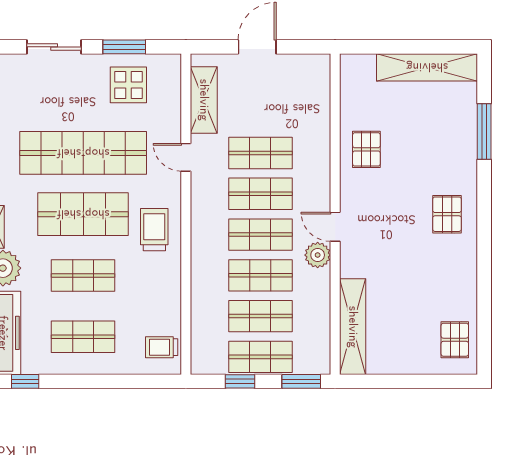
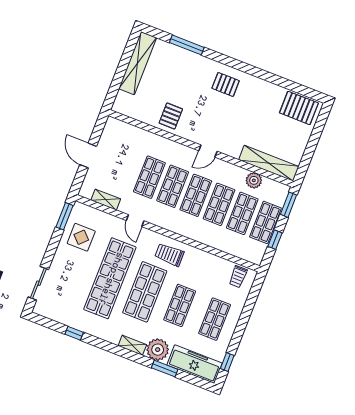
sliding door: (54, 47) -> (38, 283), moved
window: (124, 47) -> (64, 216), moved
shelving: (204, 100) -> (106, 200), width x0.67, depth x0.75
pallet: (366, 149) -> (171, 116), turned 90
door: (186, 157) -> (135, 221), hinge flipped
plant: (318, 255) -> (254, 180), moved
pallet: (455, 340) -> (299, 108), width x1.50, depth x1.42

